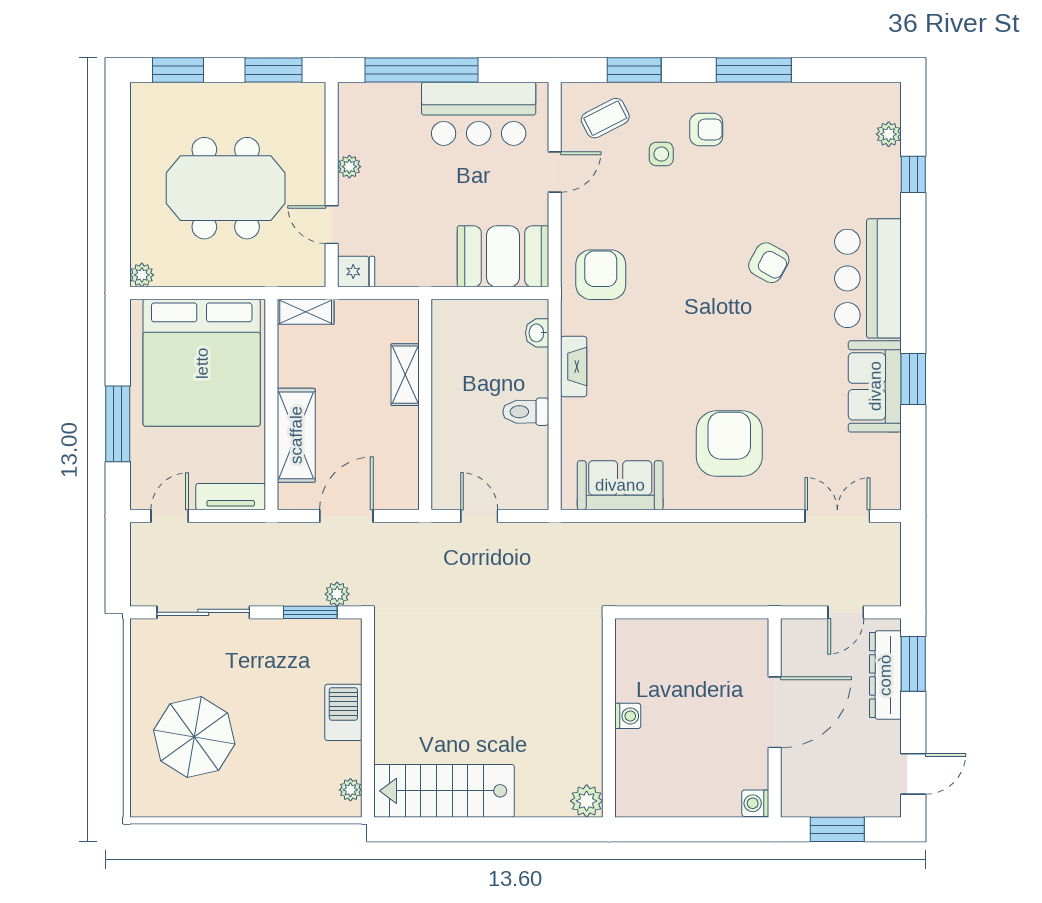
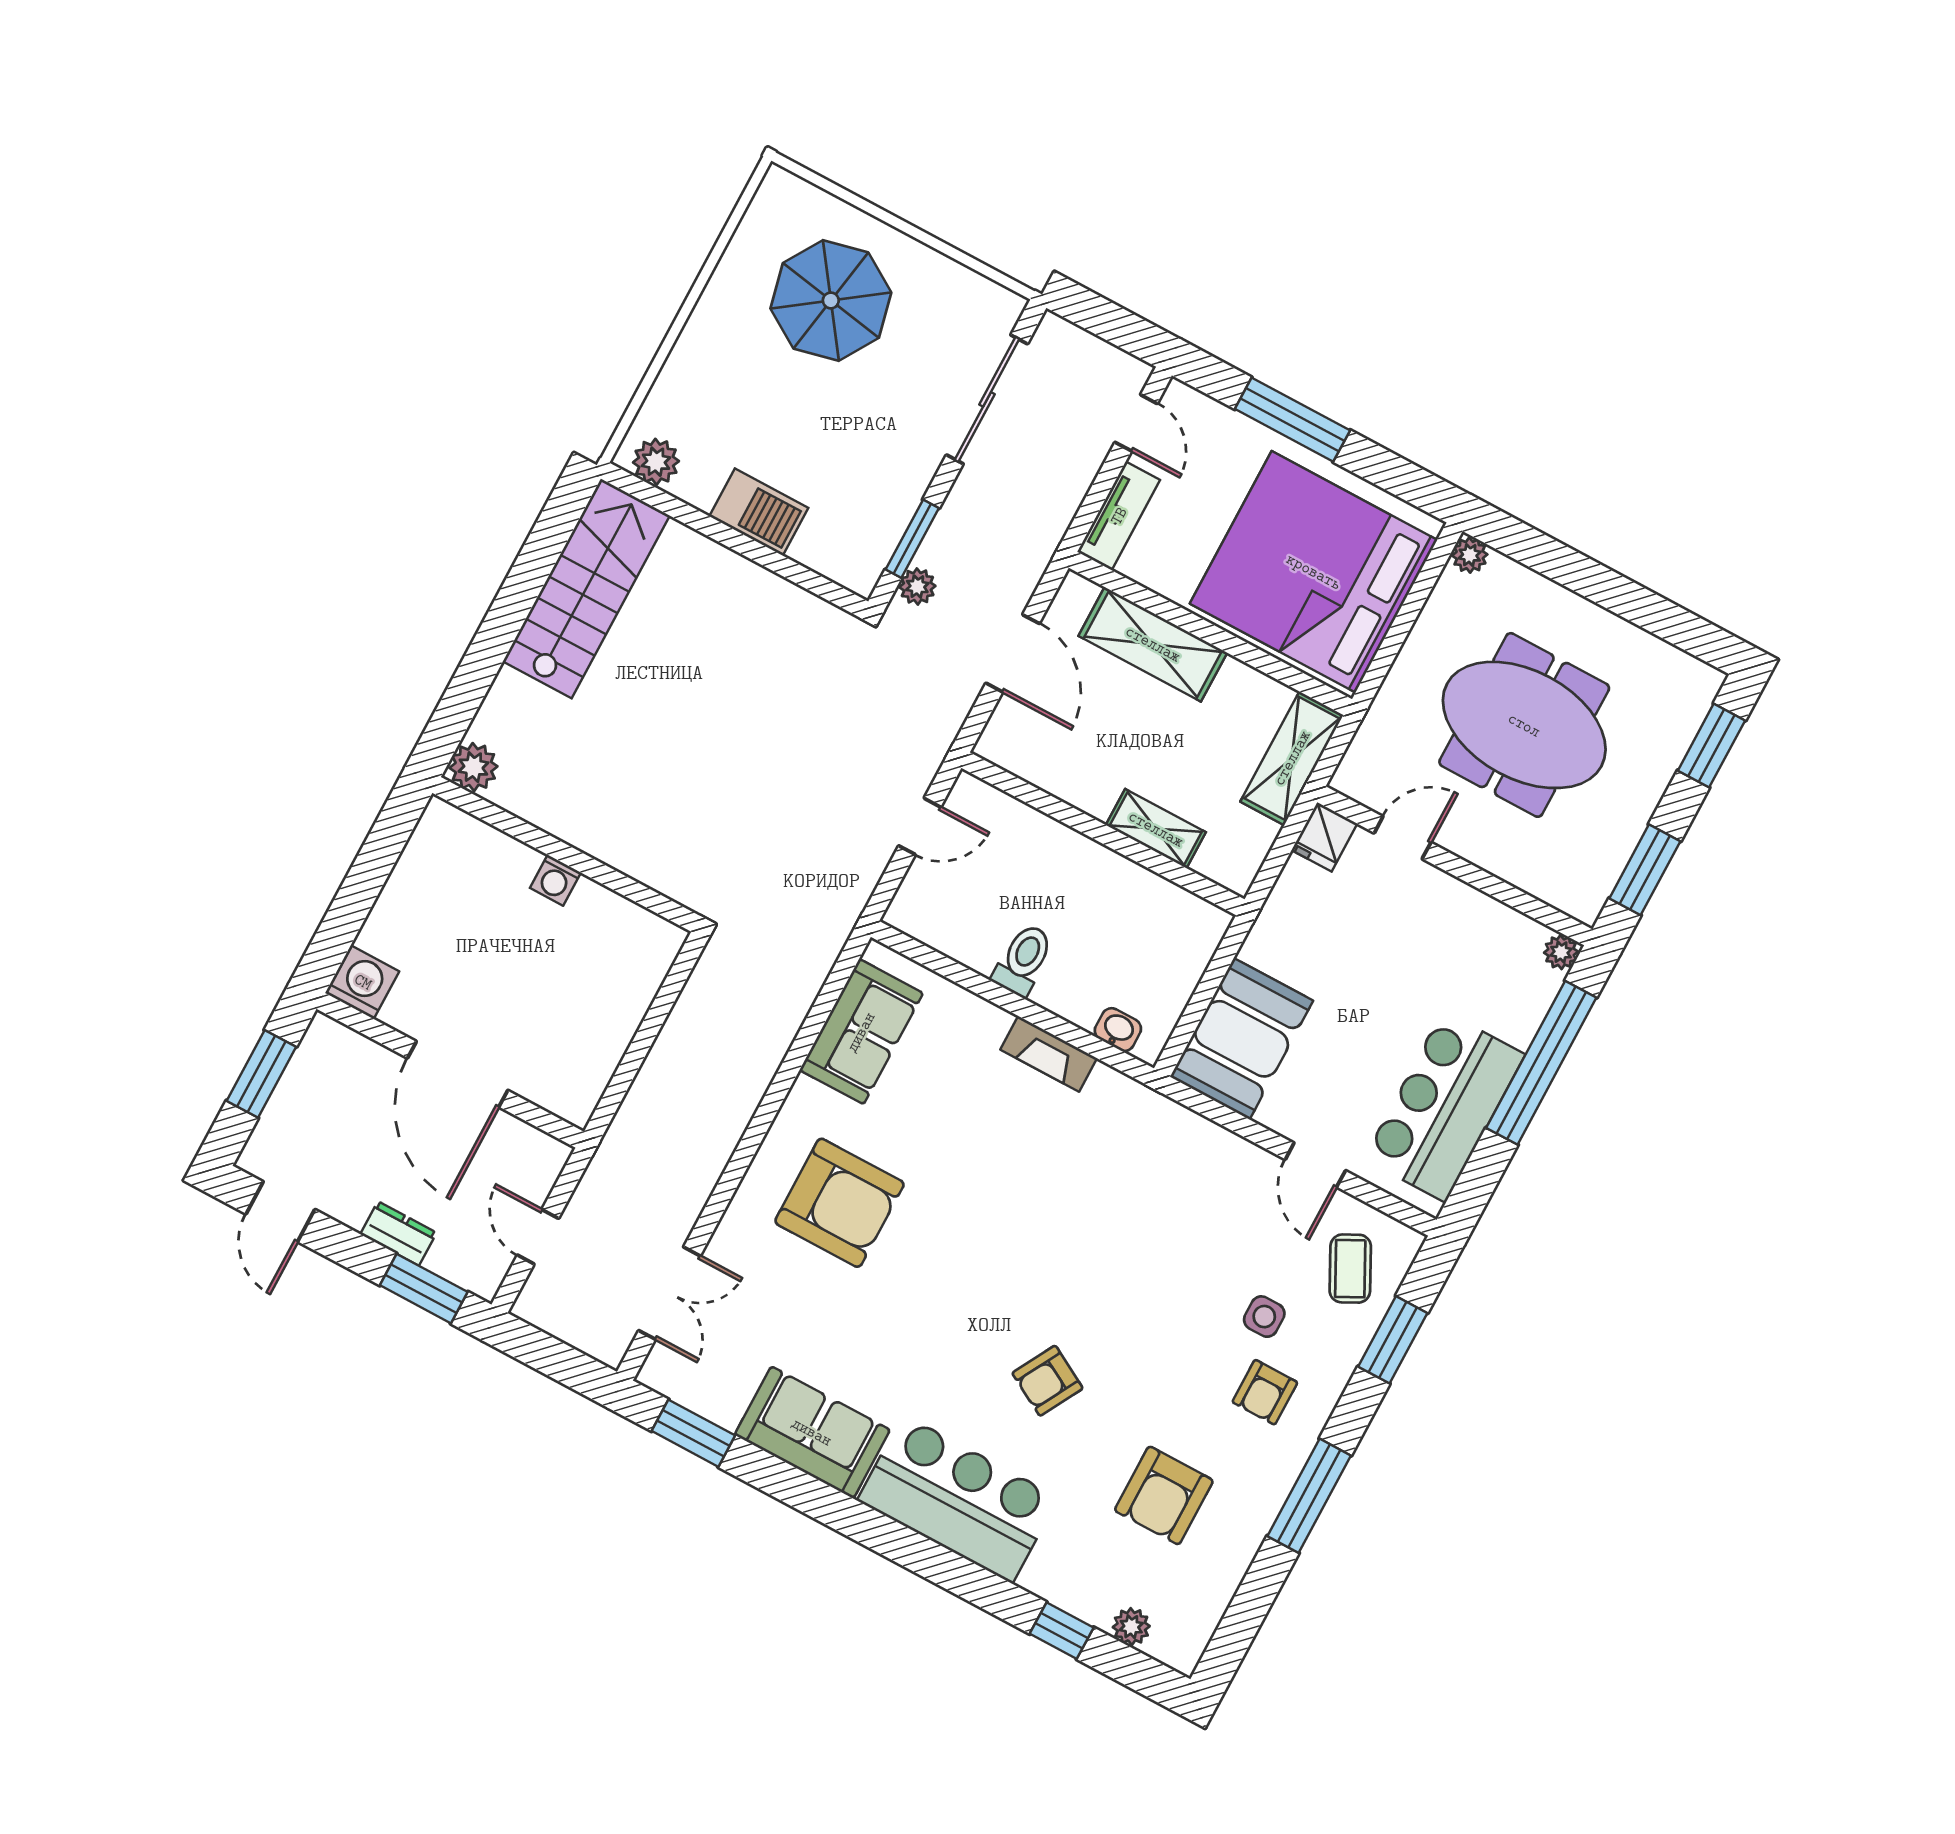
plant: (349, 167) -> (1561, 952), moved
meeting table: (226, 188) -> (1524, 725), turned 90
armchair: (601, 275) -> (1164, 1495), moved, turned 90
shelving: (306, 312) -> (1292, 758), width x1.50, depth x1.33
window: (913, 379) -> (693, 1433), moved
dresser: (885, 675) -> (398, 1233), width x0.51, depth x0.80
plant: (350, 790) -> (656, 462), width x1.38, depth x1.38
washing machine: (755, 803) -> (363, 982), width x1.38, depth x1.38

